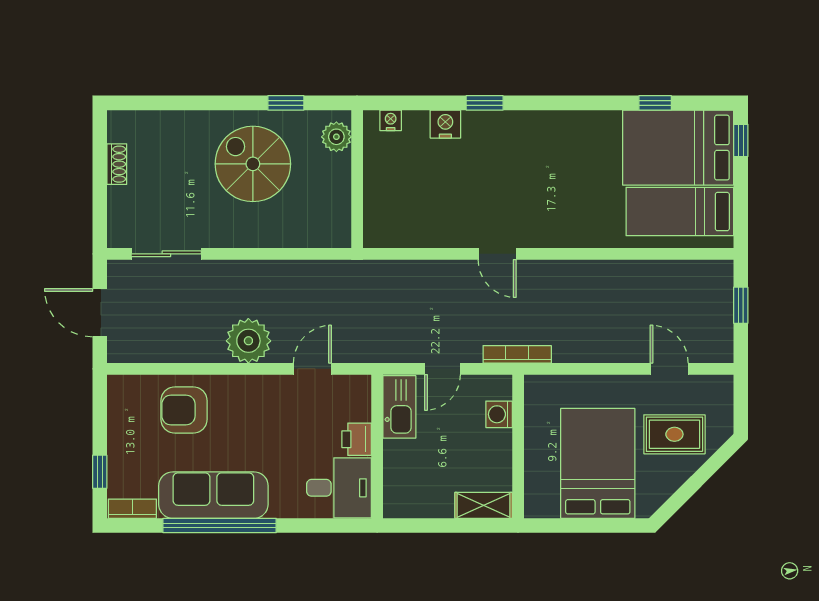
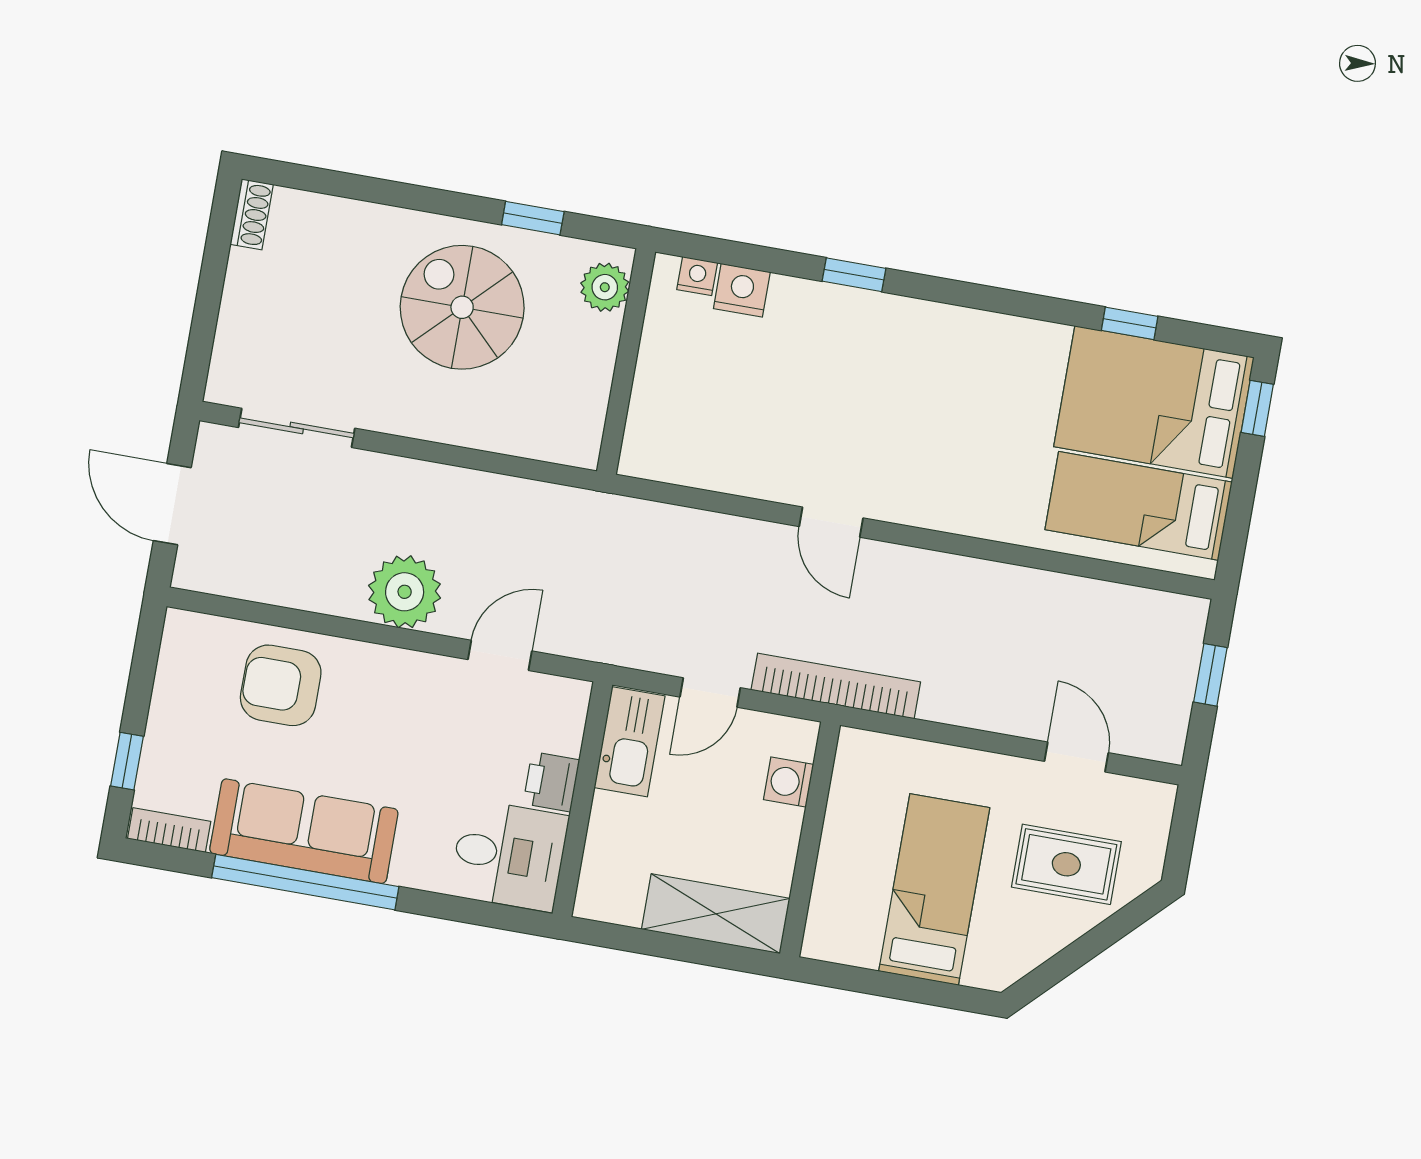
nightstand: (445, 124) -> (742, 290), moved
shoe rack: (117, 164) -> (252, 214), moved
bookcase: (517, 354) -> (836, 686), width x1.48, depth x1.31
bed: (598, 463) -> (934, 889), width x0.67
shelving: (484, 505) -> (716, 914), width x1.50, depth x1.33

